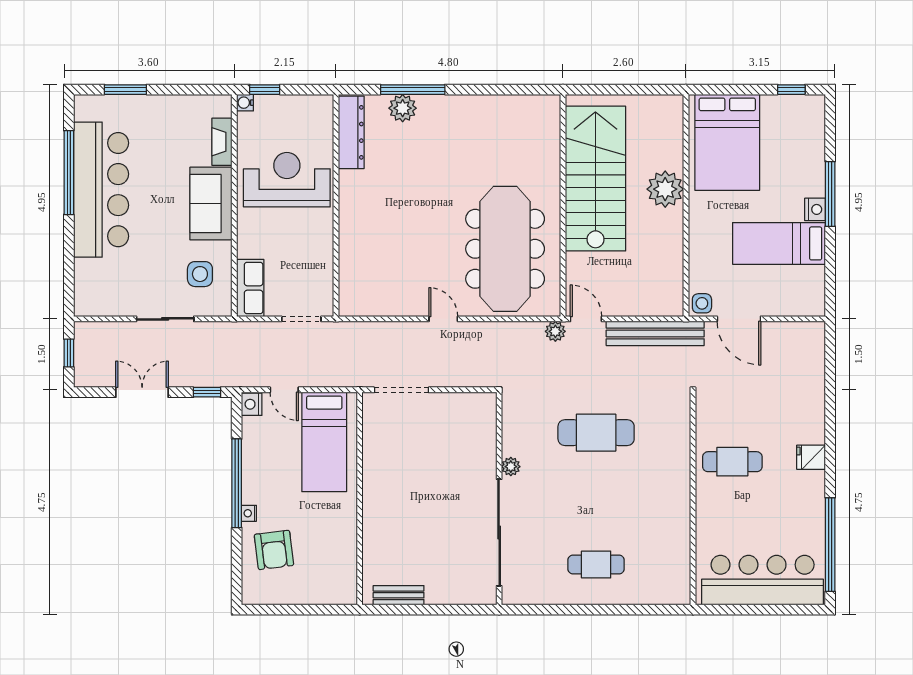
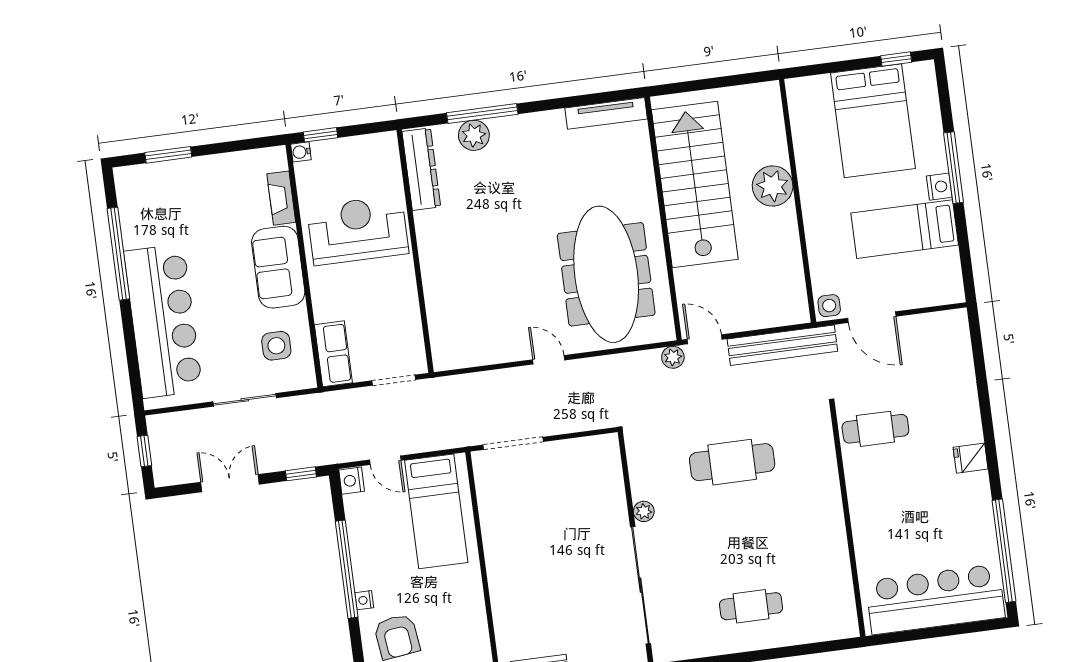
tv unit: (524, 104) -> (606, 113), added
bed: (727, 142) -> (873, 121), moved
bar counter: (101, 190) -> (163, 321), moved
cafe table: (732, 462) -> (875, 429), moved

